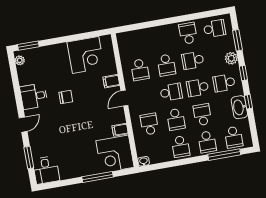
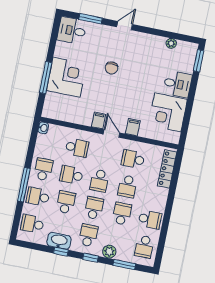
locker: (137, 36) -> (167, 169), added
plant: (20, 60) -> (171, 43), moved
school desk: (166, 65) -> (127, 186), turned -90
desk: (34, 96) -> (177, 84), moved, turned 90
chair: (66, 97) -> (112, 68), moved
school desk: (202, 115) -> (66, 202), turned -90
door: (23, 125) -> (124, 26), swing flipped
filing cabinet: (120, 130) -> (99, 121), moved
school desk: (181, 147) -> (43, 169), turned 90
corner desk: (115, 154) -> (66, 77), moved, turned 90
window: (224, 155) -> (24, 185), moved

